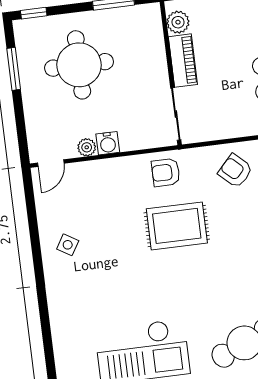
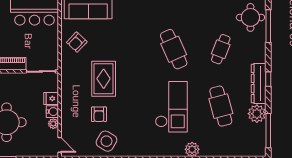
fridge: (130, 138) -> (51, 99), added
armchair: (166, 172) -> (99, 114), moved
side table: (68, 245) -> (106, 141), width x1.87, depth x1.87

